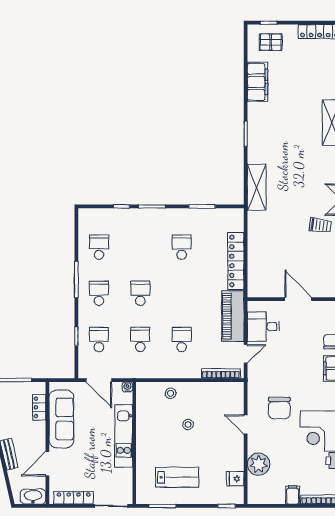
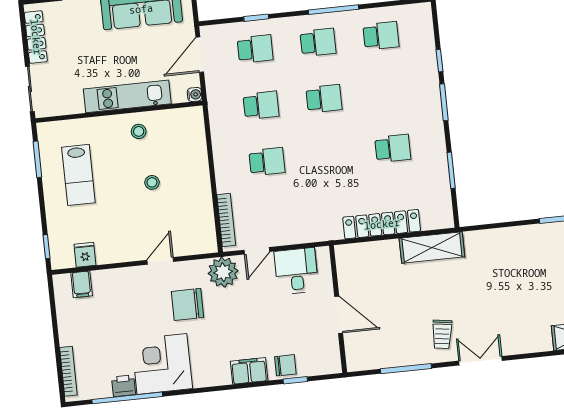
shelving: (257, 187) -> (432, 248), moved
door: (298, 299) -> (339, 315), hinge flipped
piano: (233, 316) -> (306, 228), removed
door: (246, 354) -> (257, 251), hinge flipped
stool: (171, 393) -> (139, 131), moved
plant: (259, 464) -> (223, 272), moved
filing cabinet: (293, 495) -> (82, 284), moved, turned 90

